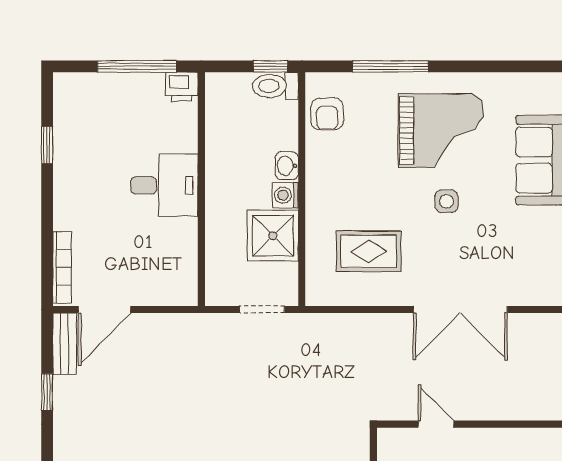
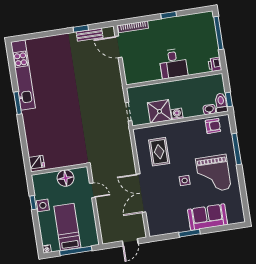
window: (137, 66) -> (219, 33), moved
armchair: (327, 114) -> (213, 126), turned 180
window: (47, 145) -> (169, 15), moved
washbasin: (287, 166) -> (209, 110), moved
bench: (65, 344) -> (90, 35), moved
door: (436, 424) -> (92, 190), hinge flipped

